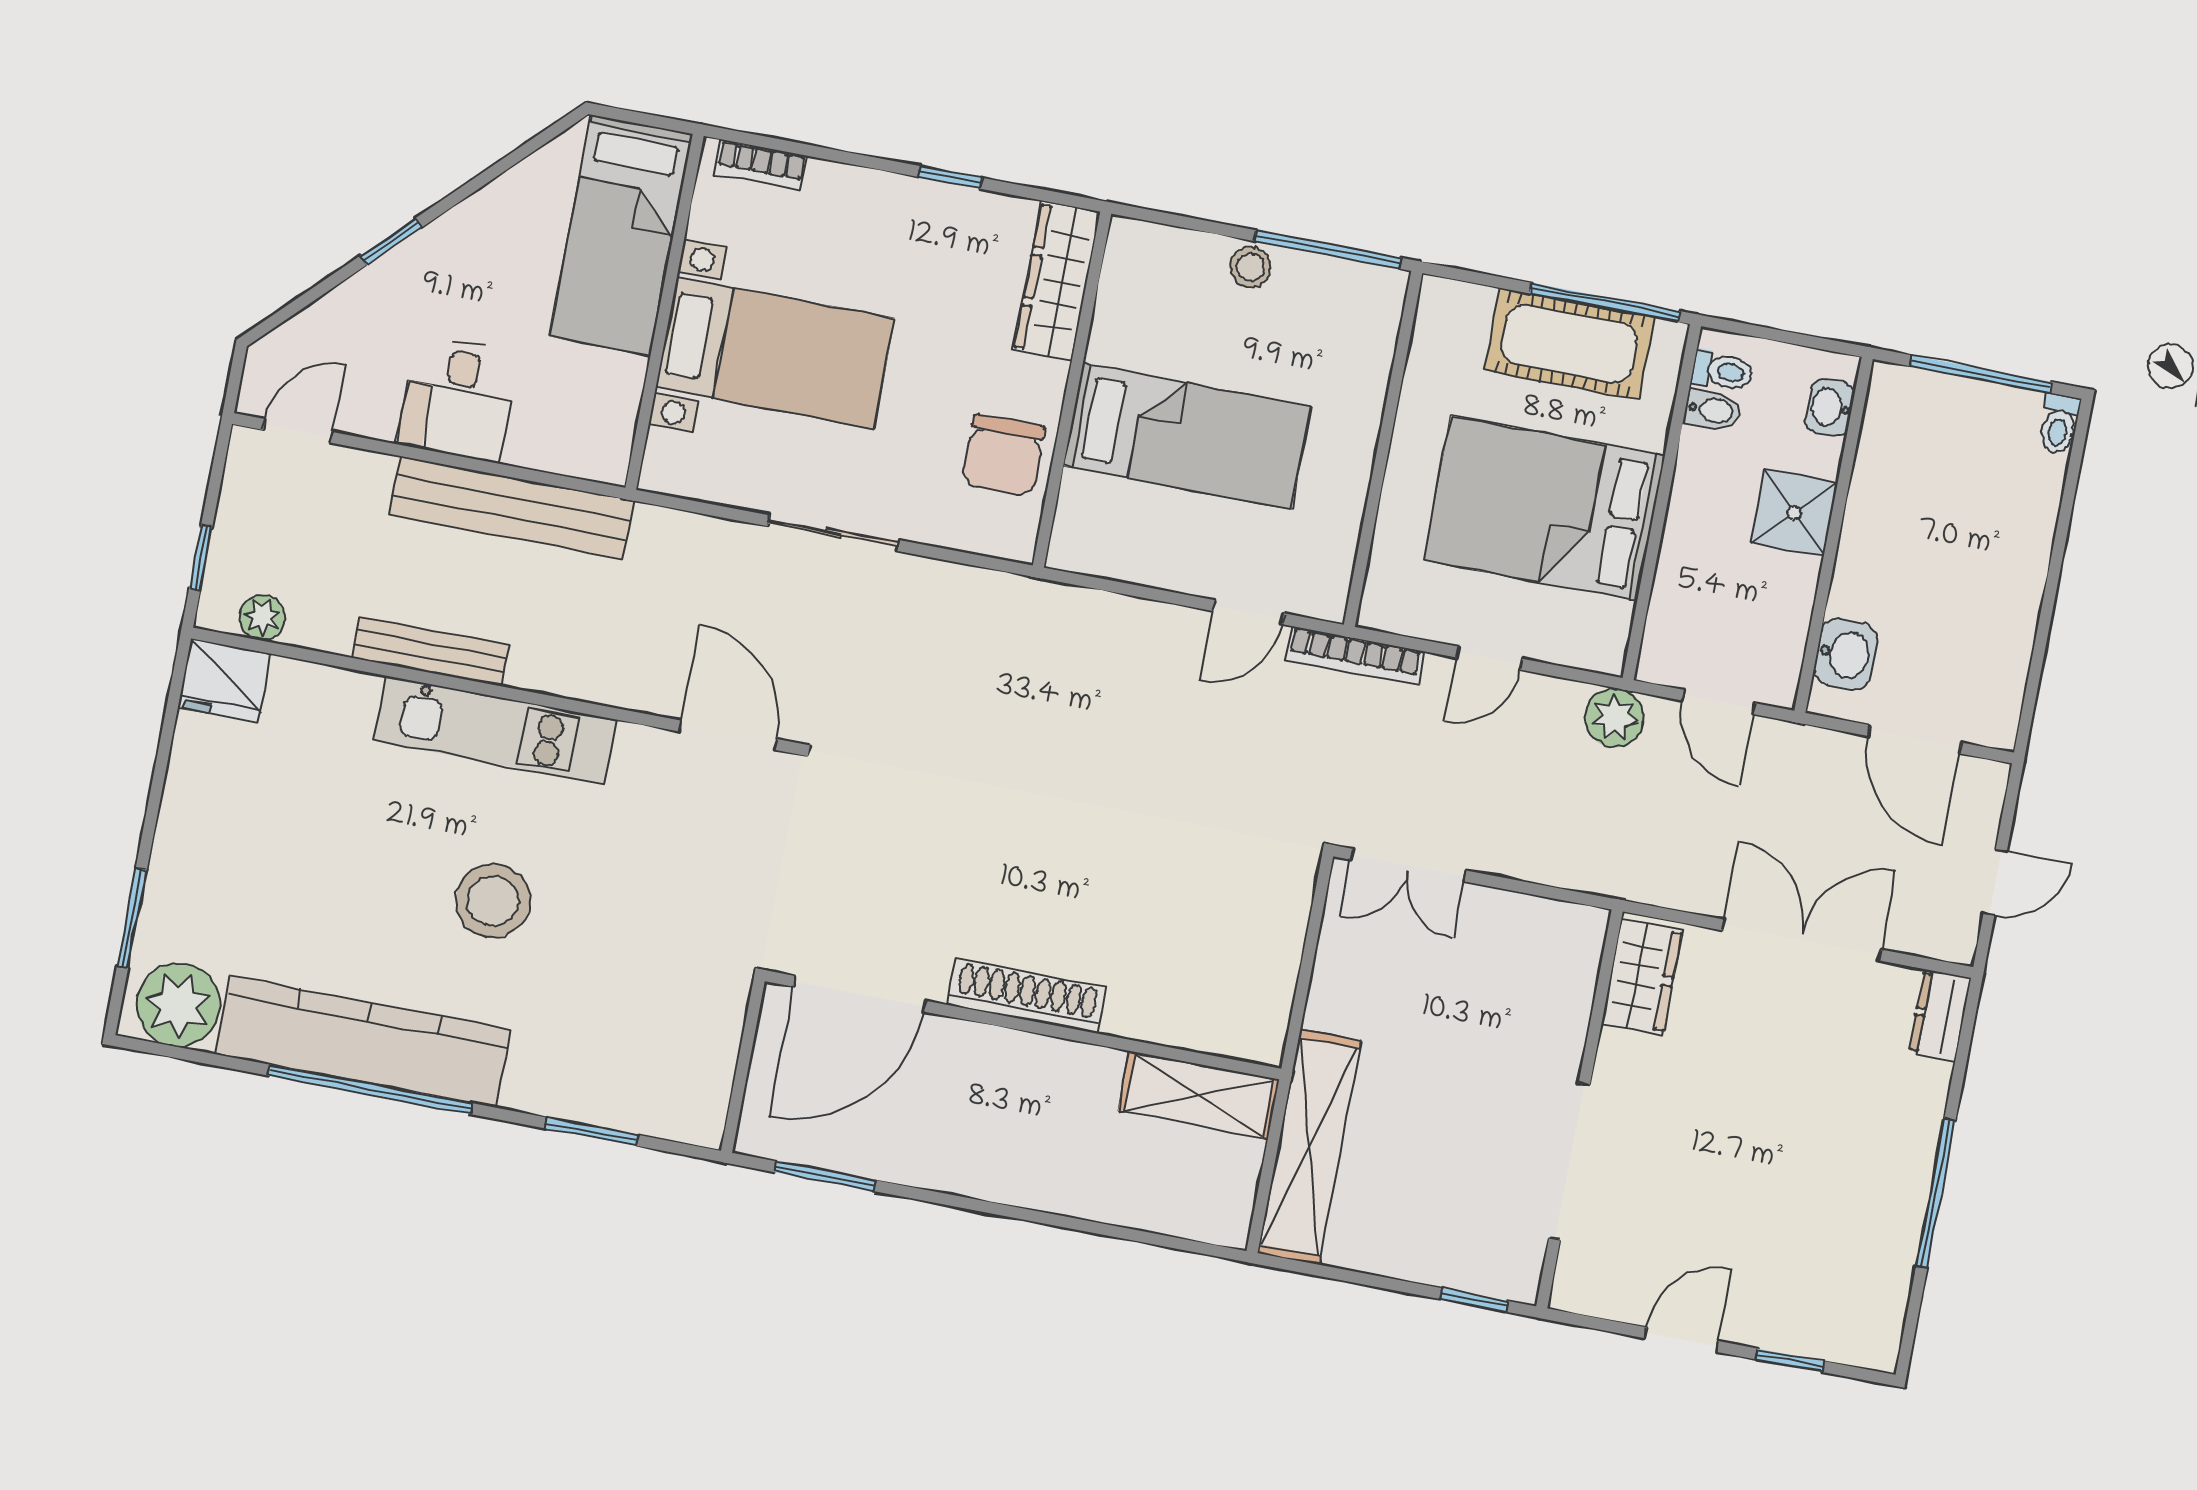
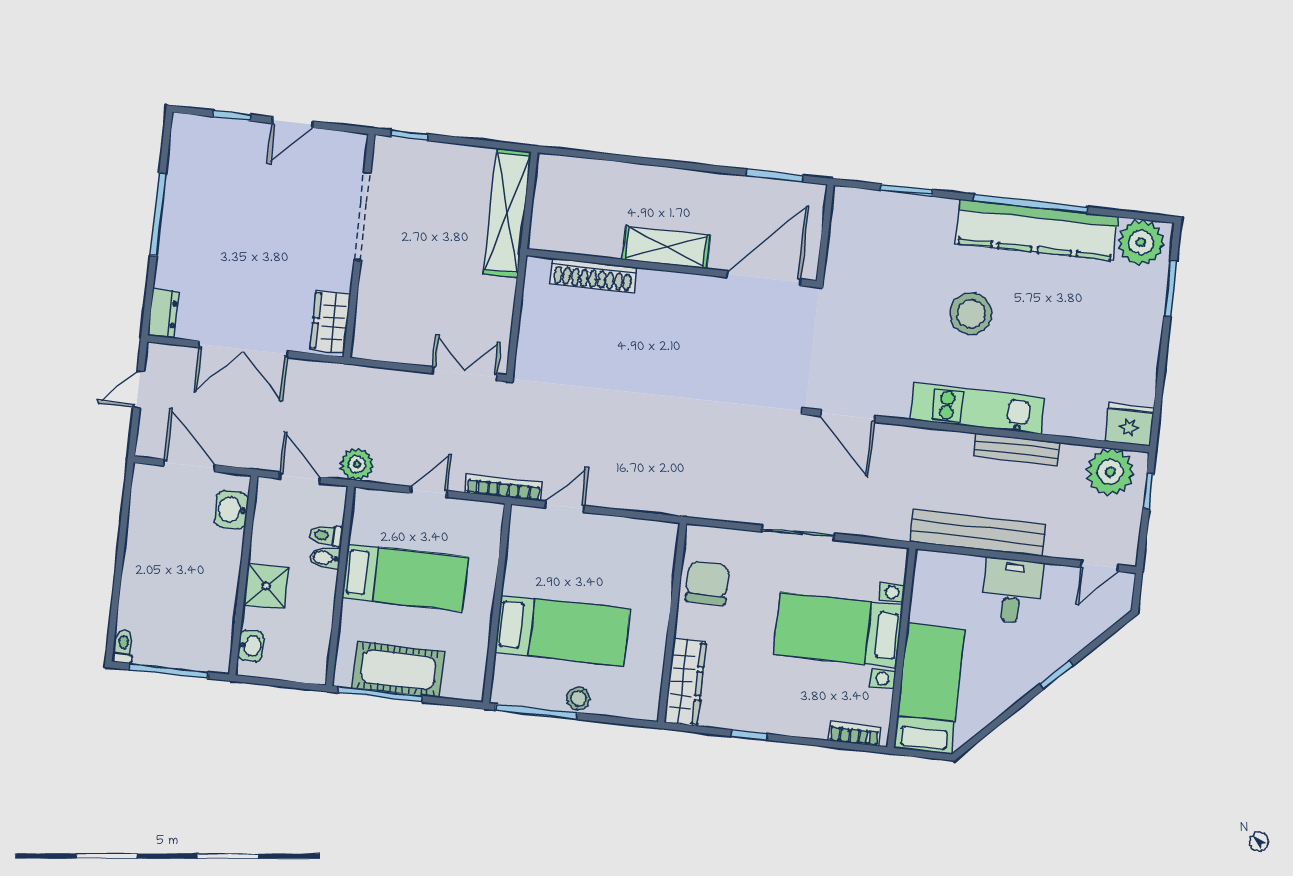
toilet: (1722, 371) -> (326, 535), moved
bidet: (1712, 410) -> (325, 558), moved
bed: (1187, 436) -> (562, 630), moved, turned 180
bed: (1544, 508) -> (405, 577), width x0.67
plant: (262, 618) -> (1110, 472), width x1.88, depth x1.88
shoe rack: (1027, 996) -> (593, 276), moved
shelving: (1199, 1095) -> (666, 247), moved

